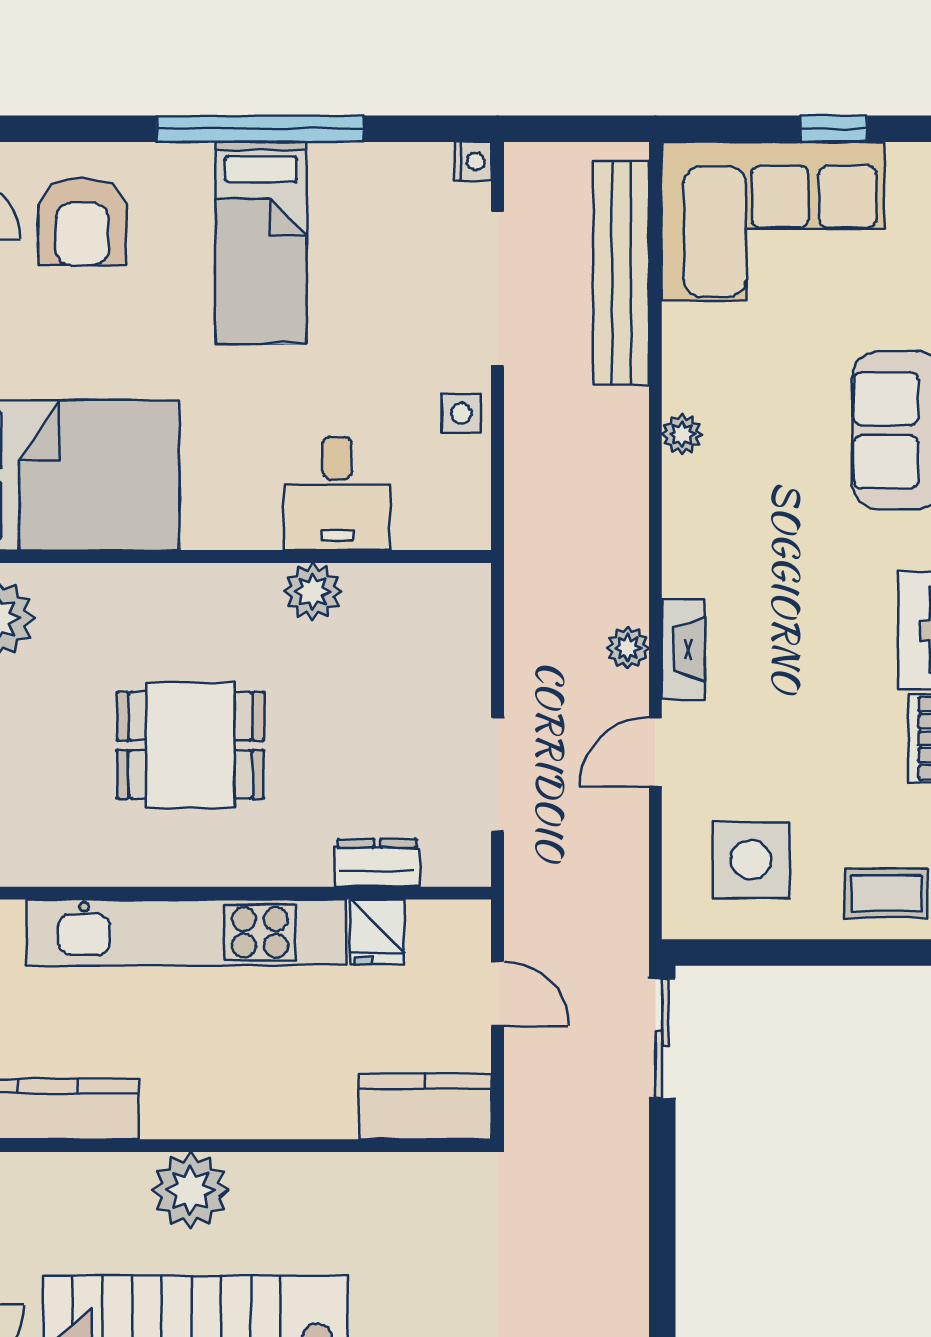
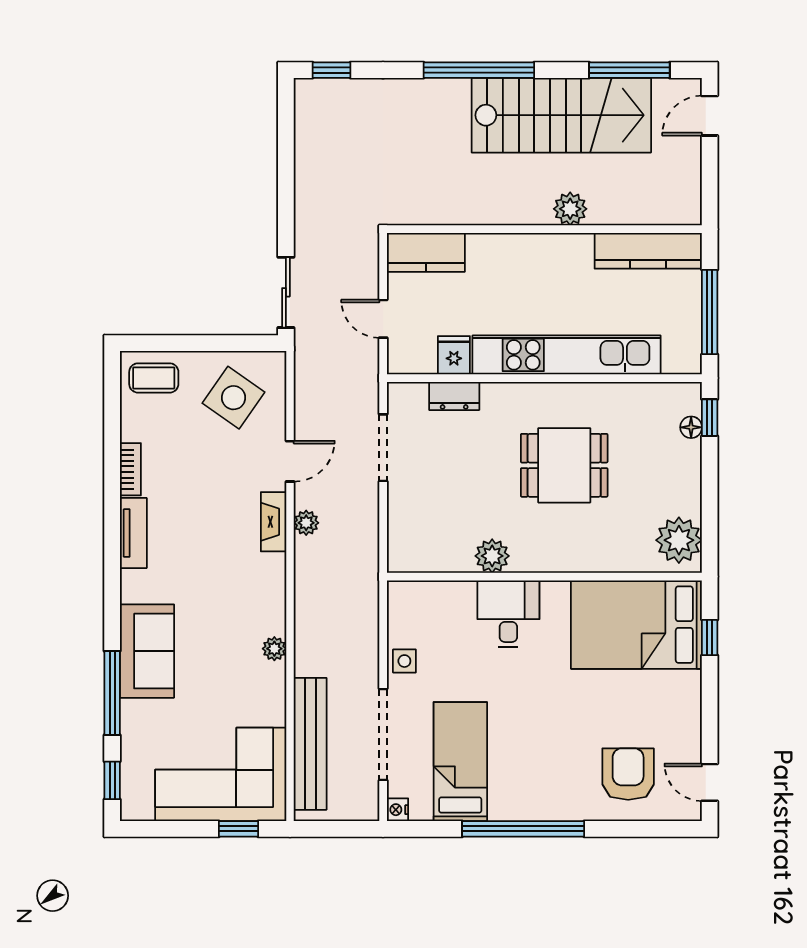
window: (834, 129) -> (238, 829), moved
bed: (261, 243) -> (460, 762), moved
desk: (337, 493) -> (508, 614), moved
side table: (751, 860) -> (234, 398), turned 35
plant: (191, 1190) -> (570, 209), width x0.73, depth x0.73

